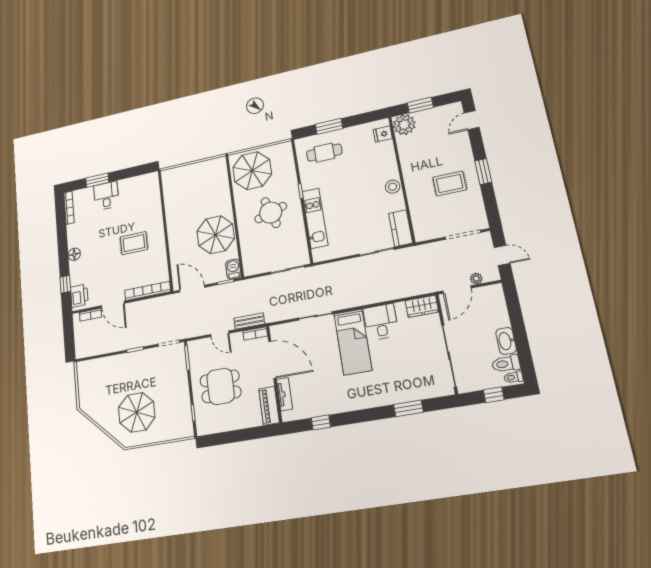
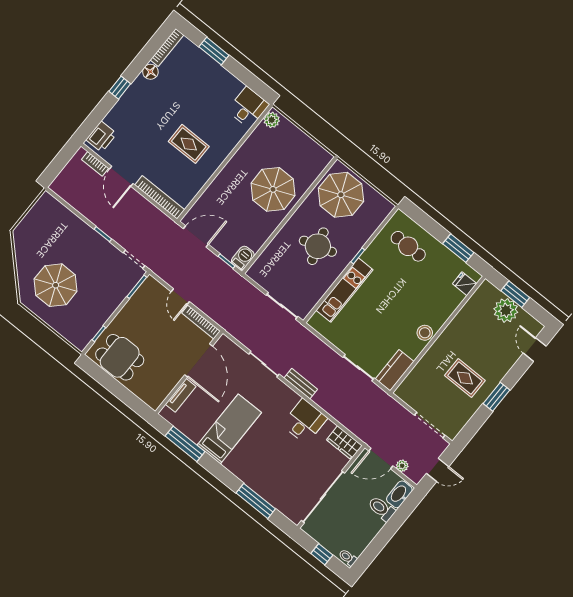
door: (472, 120) -> (535, 350), hinge flipped
plant: (404, 125) -> (506, 310), moved
window: (329, 126) -> (458, 248), moved
plant: (168, 178) -> (272, 120), added
desk: (106, 196) -> (248, 107), moved
parasol: (216, 235) -> (273, 189), moved
floor lamp: (74, 254) -> (150, 72), moved
door: (502, 255) -> (438, 470), hinge flipped
window: (65, 284) -> (120, 88), moved
door: (192, 289) -> (196, 236), hinge flipped
bench: (249, 321) -> (301, 384), moved
bookcase: (255, 334) -> (201, 322), width x1.56
washbasin: (506, 341) -> (399, 494), moved
bed: (353, 342) -> (229, 429), moved, turned 180
toilet: (506, 364) -> (382, 509), moved
dining table: (221, 386) -> (120, 357), moved
piano: (269, 406) -> (161, 391), removed
window: (408, 408) -> (256, 501), width x1.44
window: (321, 422) -> (185, 444), width x2.17

